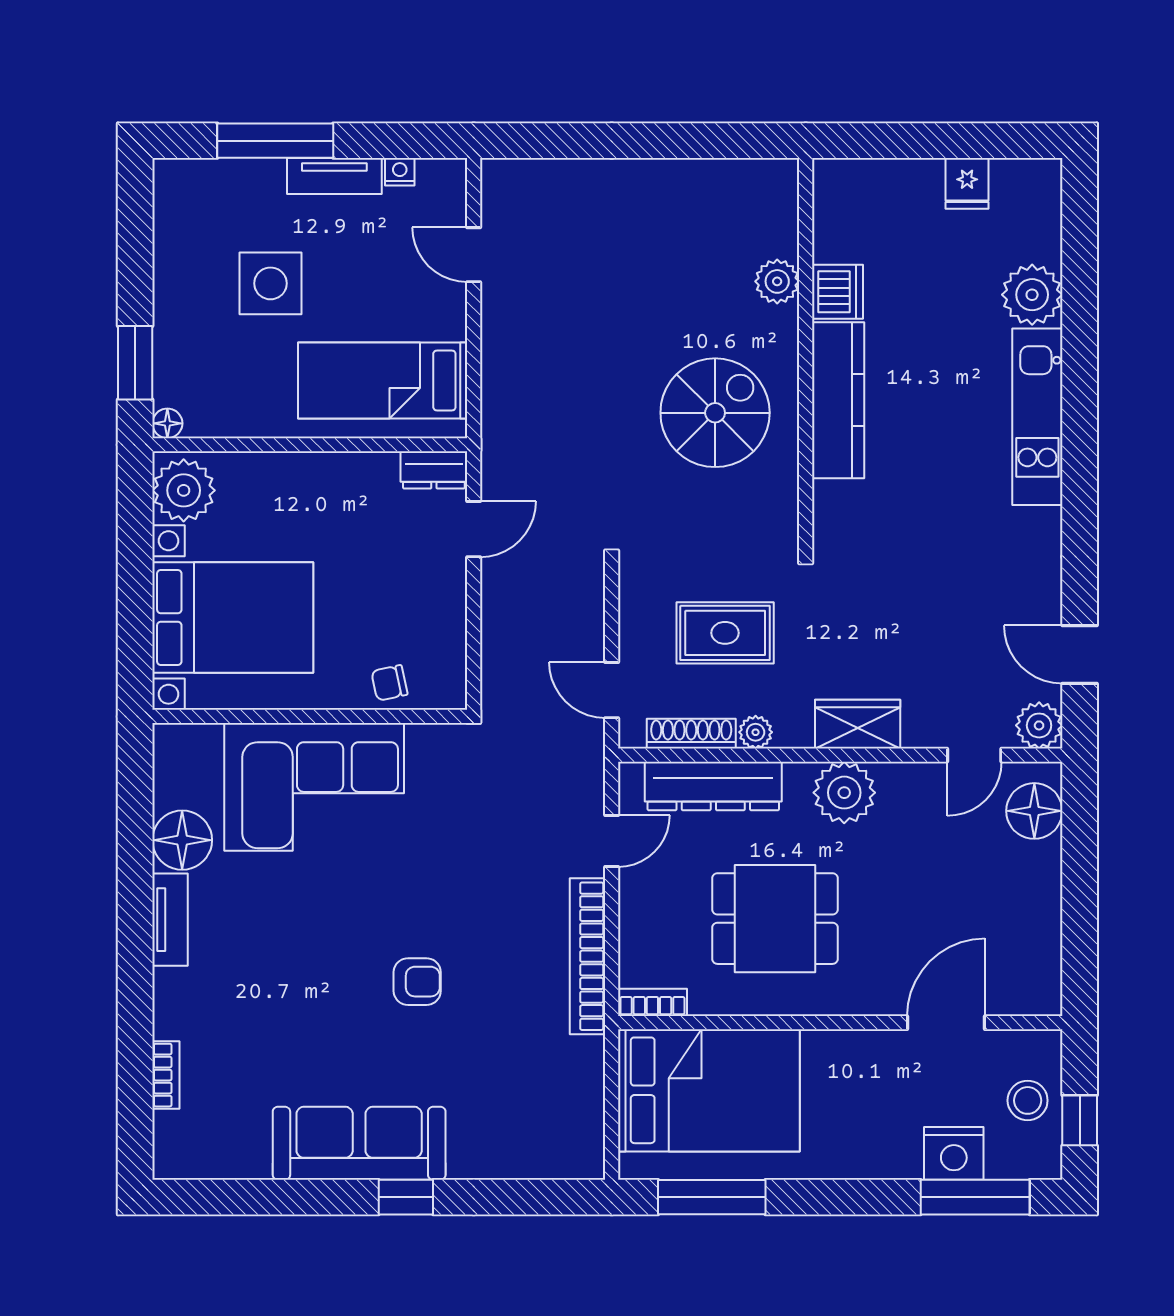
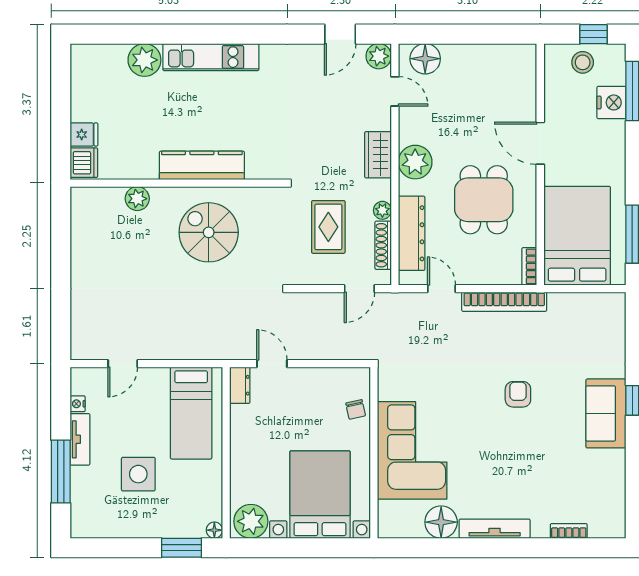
fridge: (967, 183) -> (84, 135), moved
dishwasher: (838, 292) -> (84, 163), moved, turned 90
tv unit: (170, 920) -> (495, 529), width x1.41
door: (946, 1023) -> (540, 143), moved
sofa: (359, 1143) -> (606, 413), width x0.73

